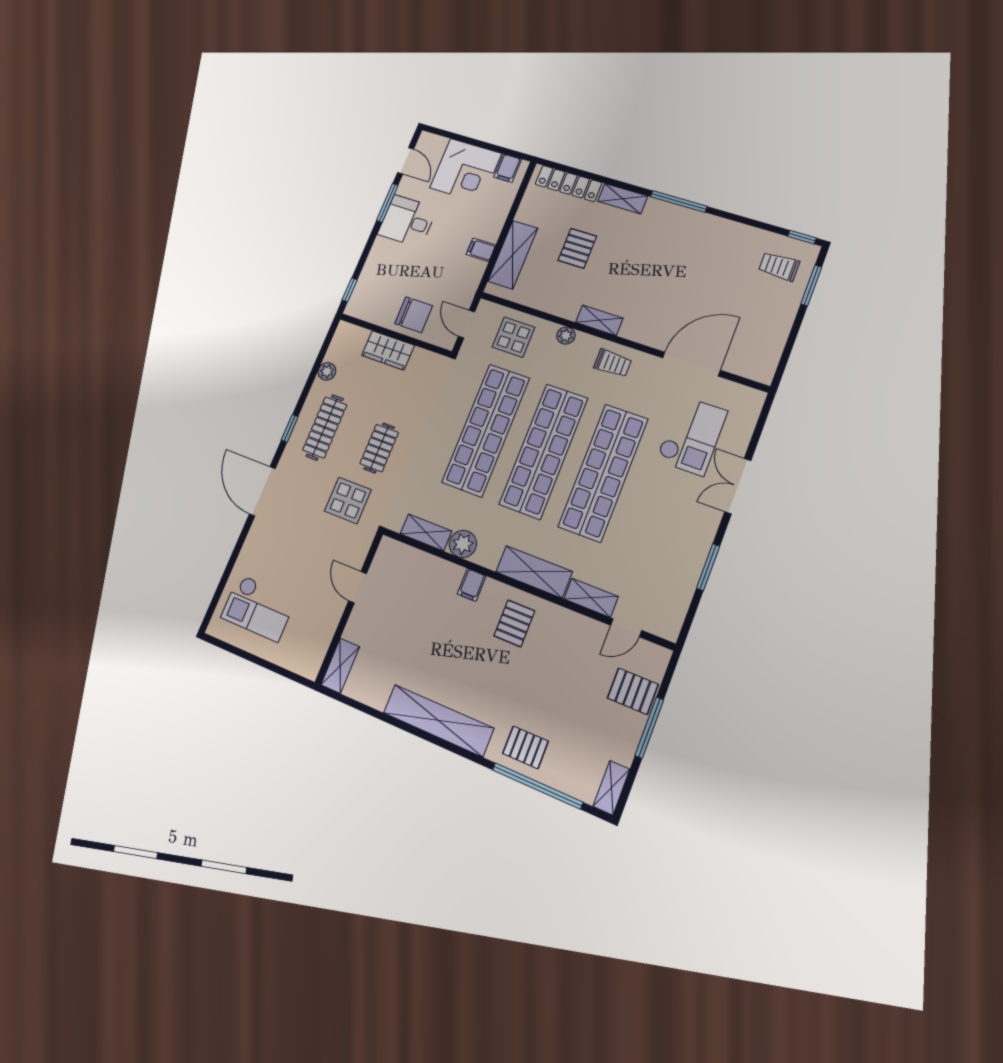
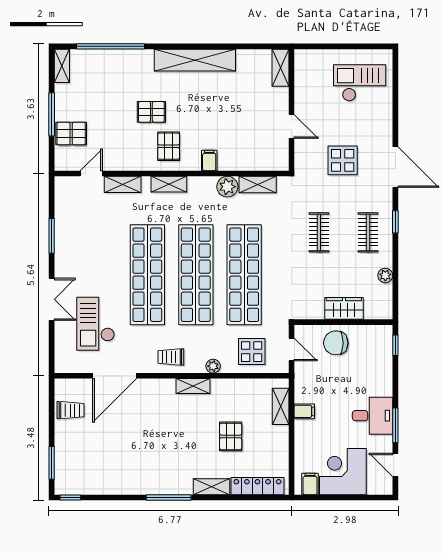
shelving: (513, 255) -> (281, 406), width x0.67, depth x0.75
trolley: (779, 266) -> (70, 410), moved
clothes rail: (325, 427) -> (368, 232), width x0.73
display table: (348, 500) -> (343, 160), moved
shelving: (534, 572) -> (169, 184), width x0.67, depth x0.75
pallet: (525, 747) -> (151, 112), moved

